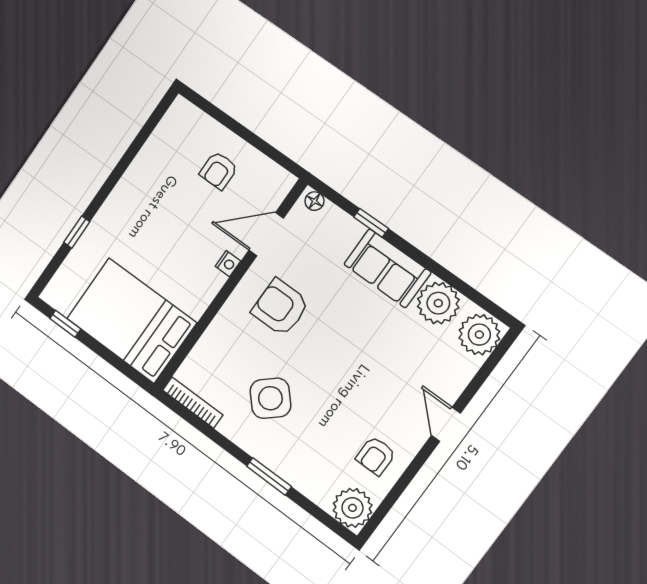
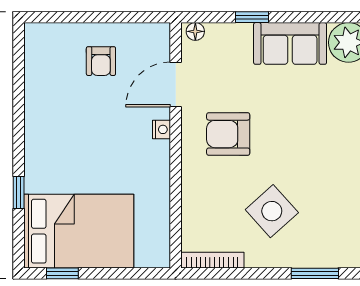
bed: (131, 321) -> (79, 231), moved, turned 180

